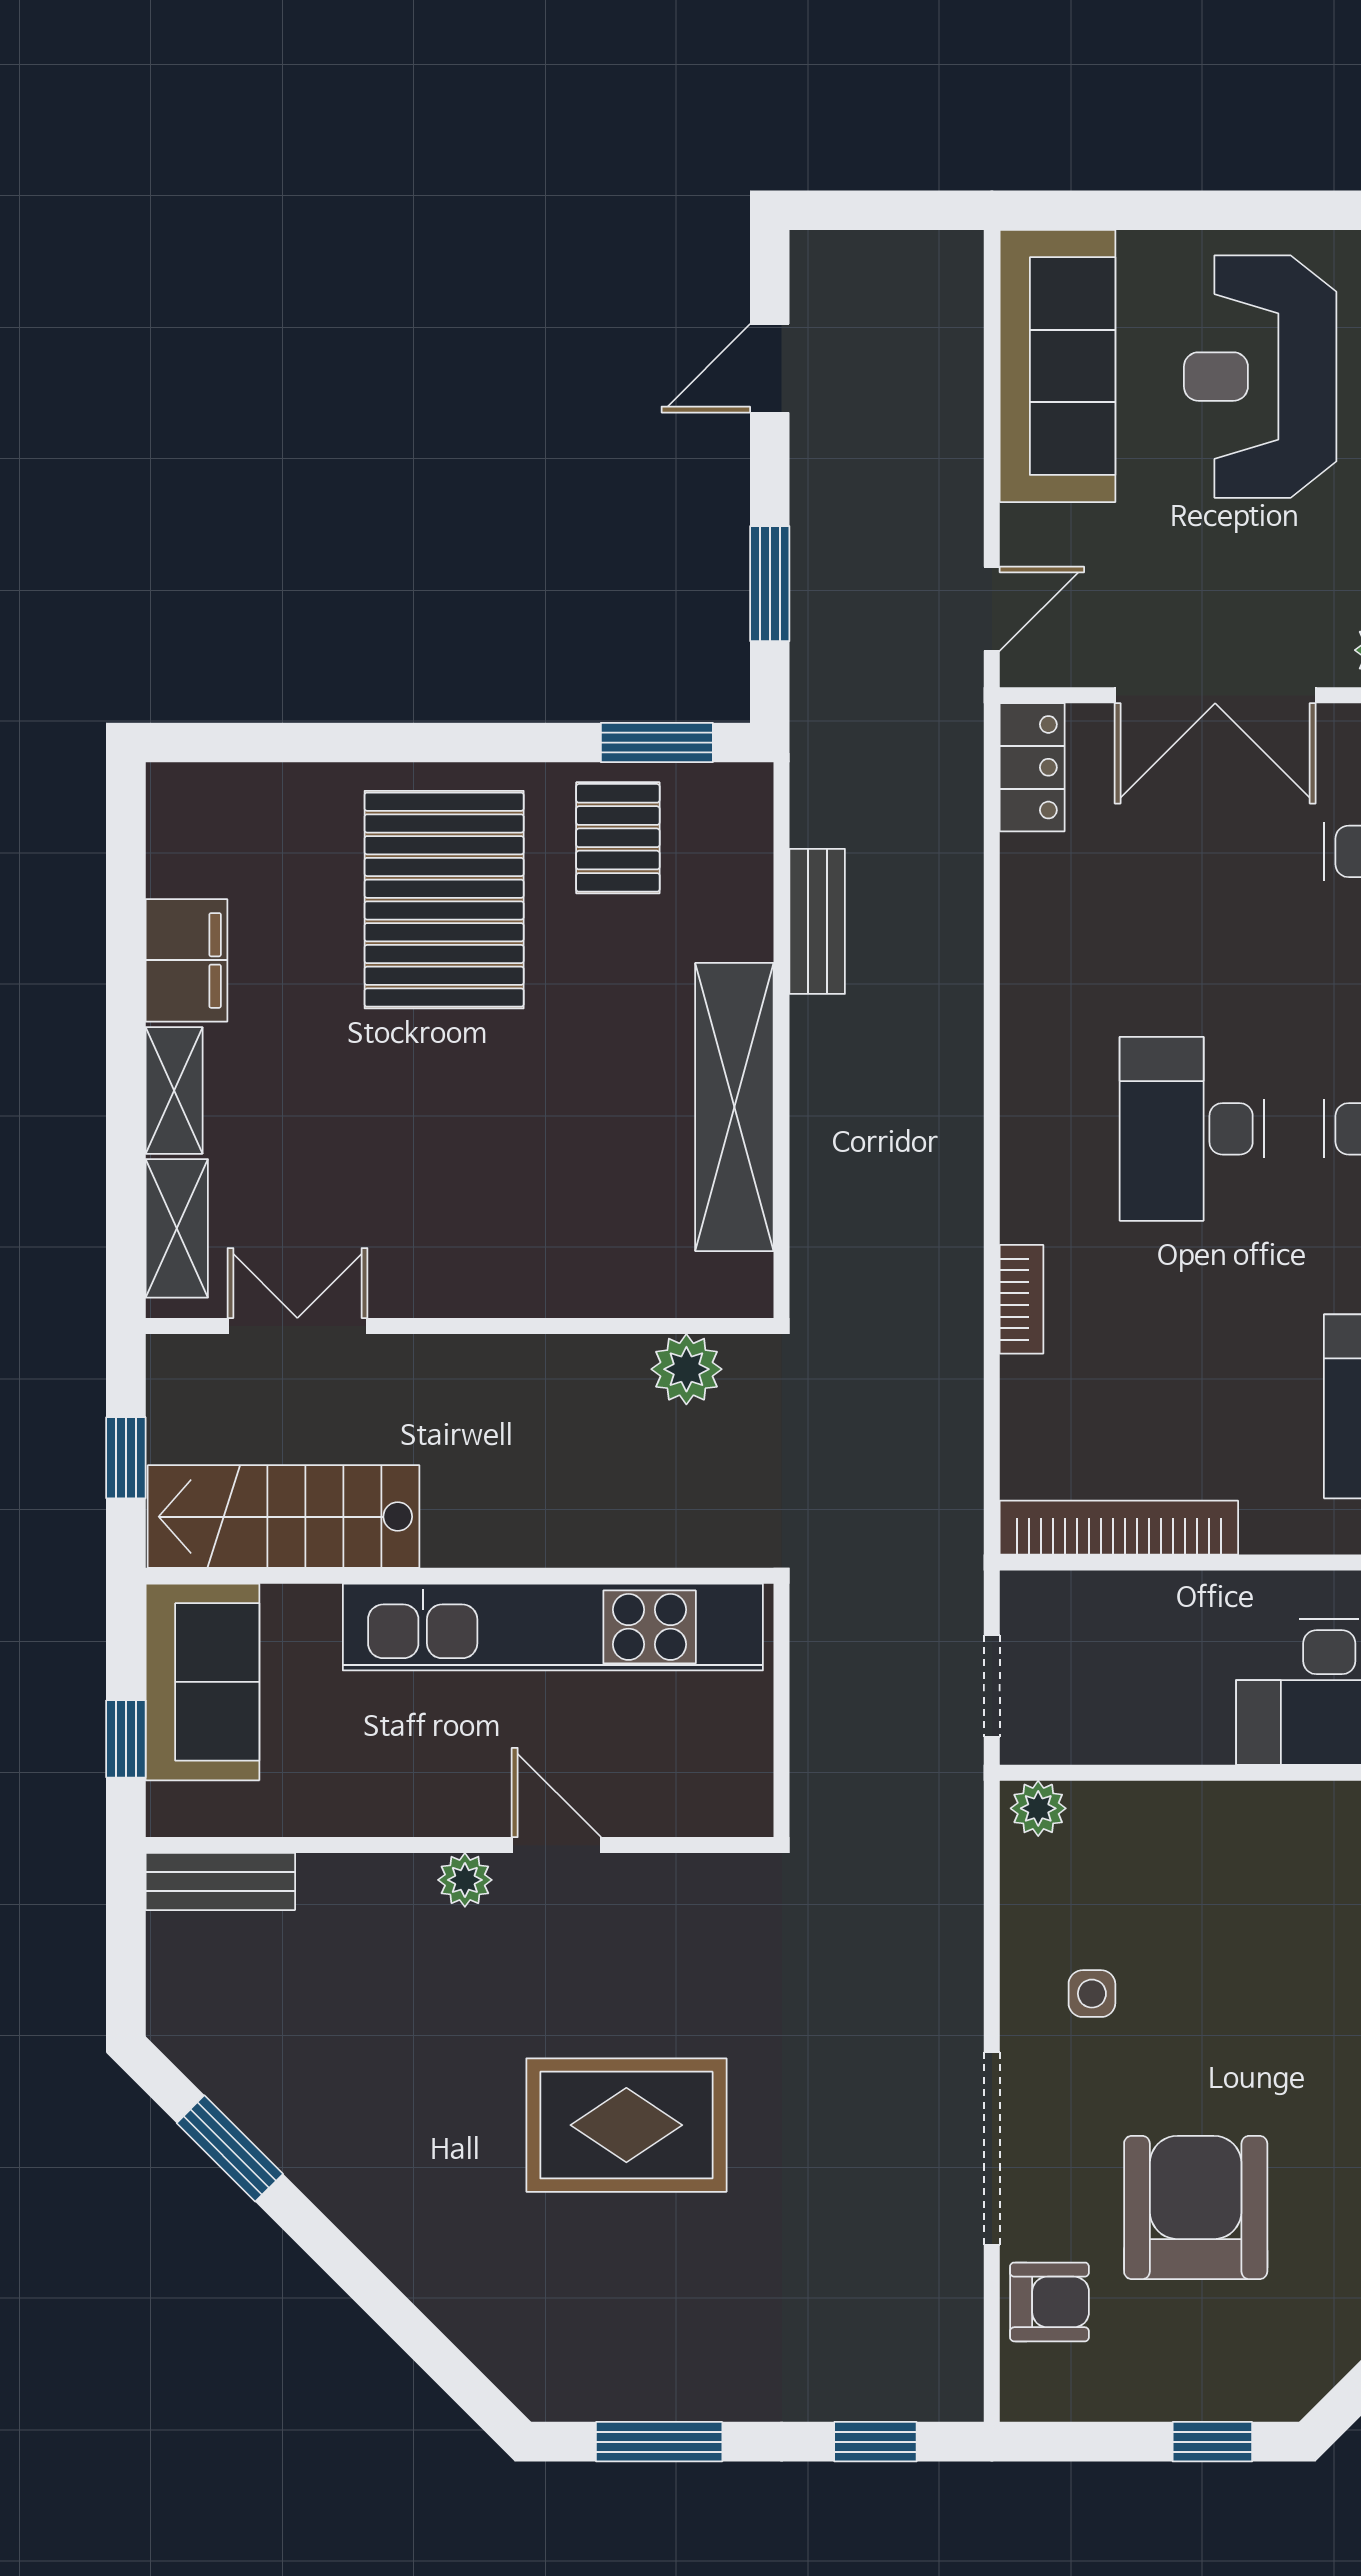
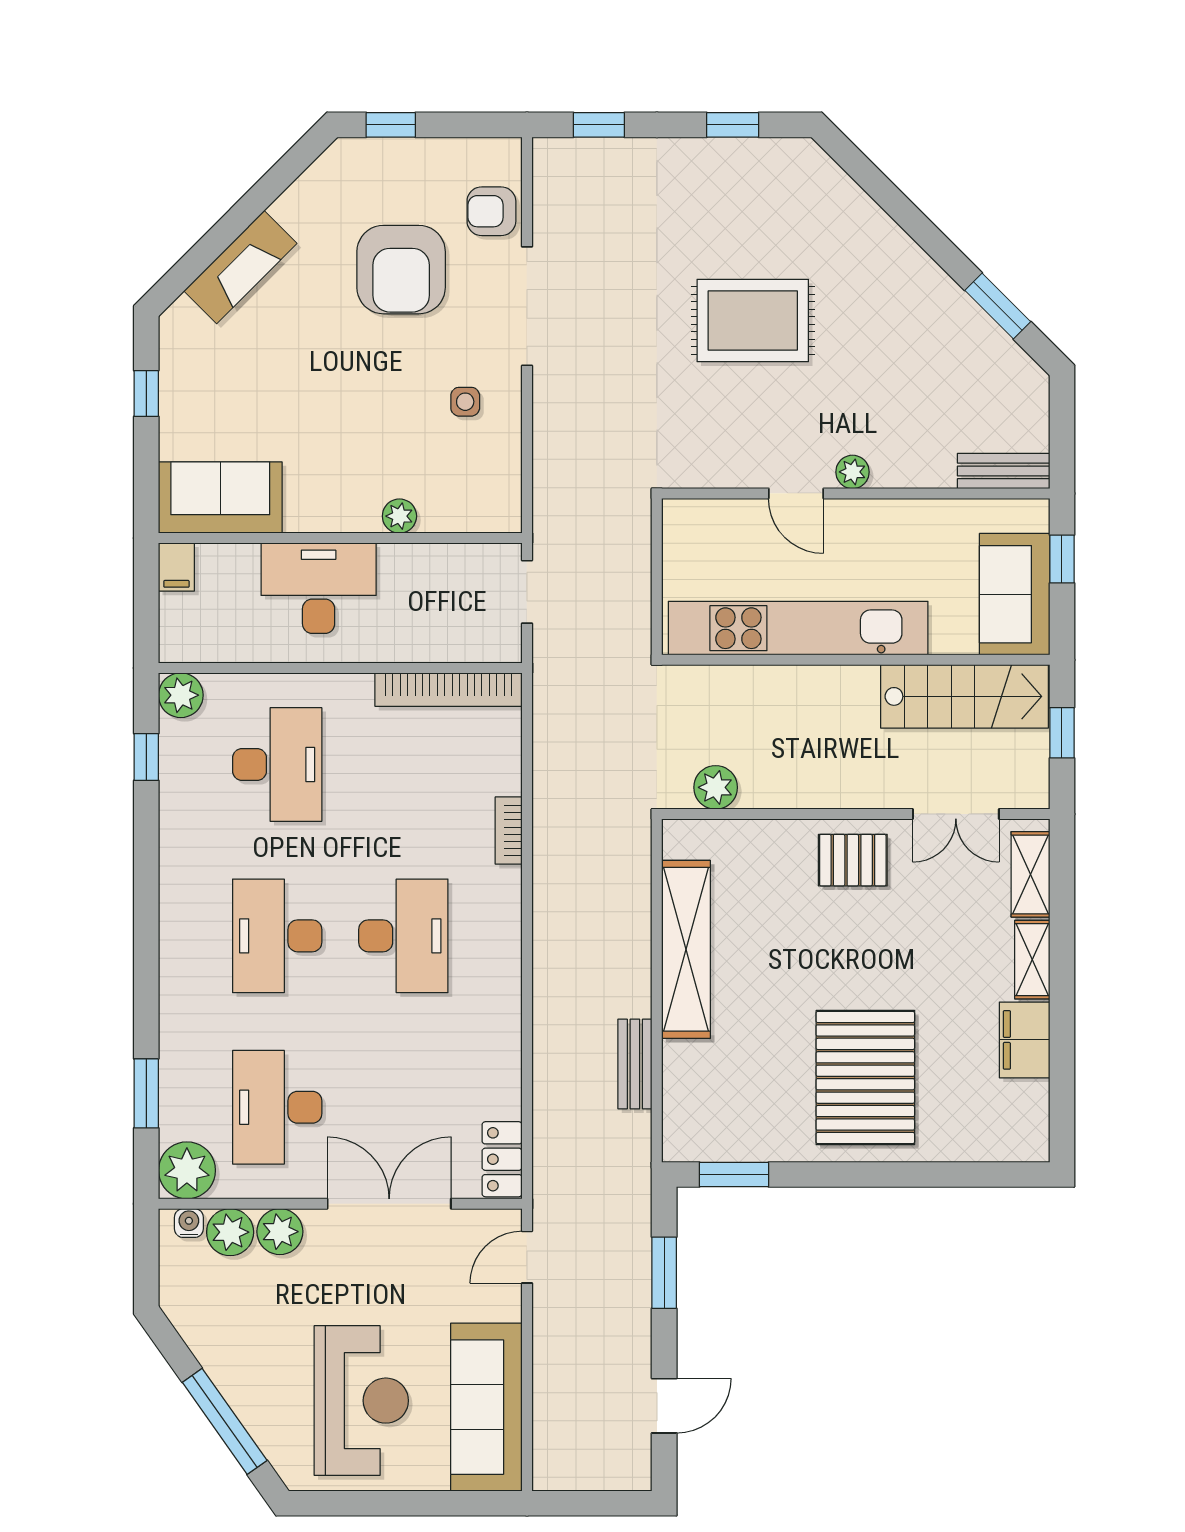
pallet: (618, 838) -> (853, 860), moved, turned 90
plant: (1038, 1808) -> (399, 516), moved
window: (659, 2442) -> (733, 125), width x0.67

